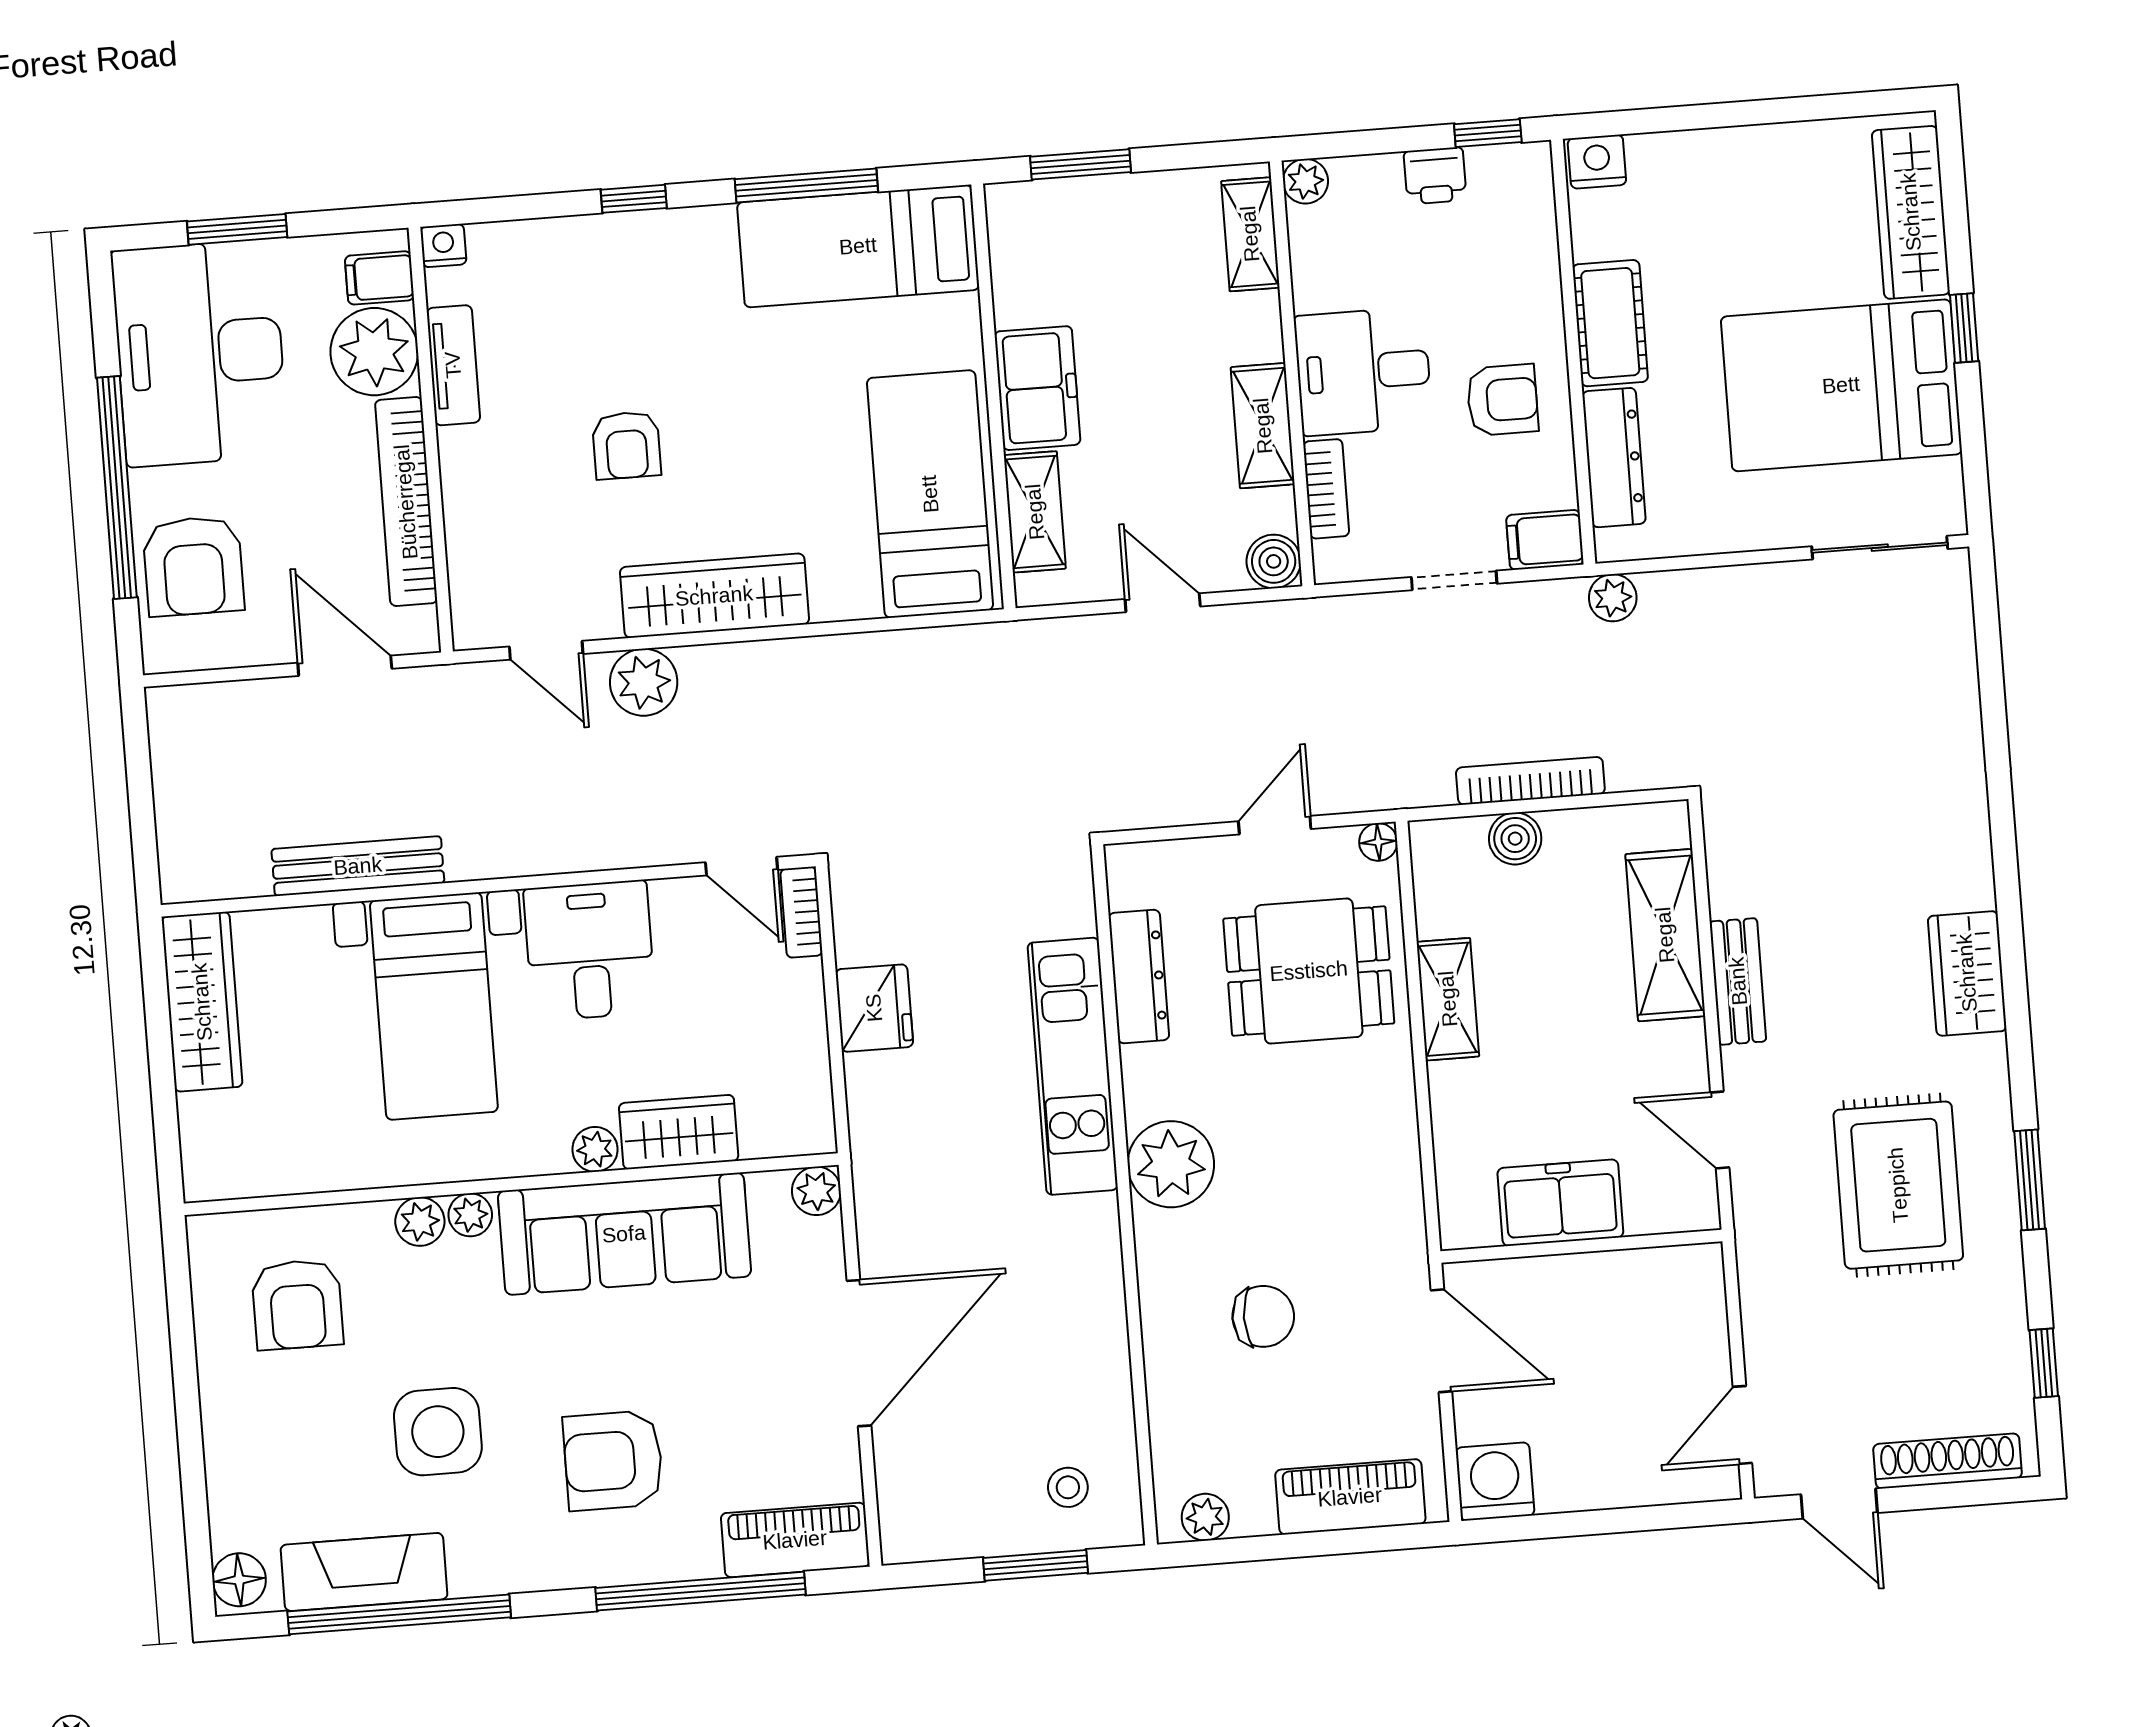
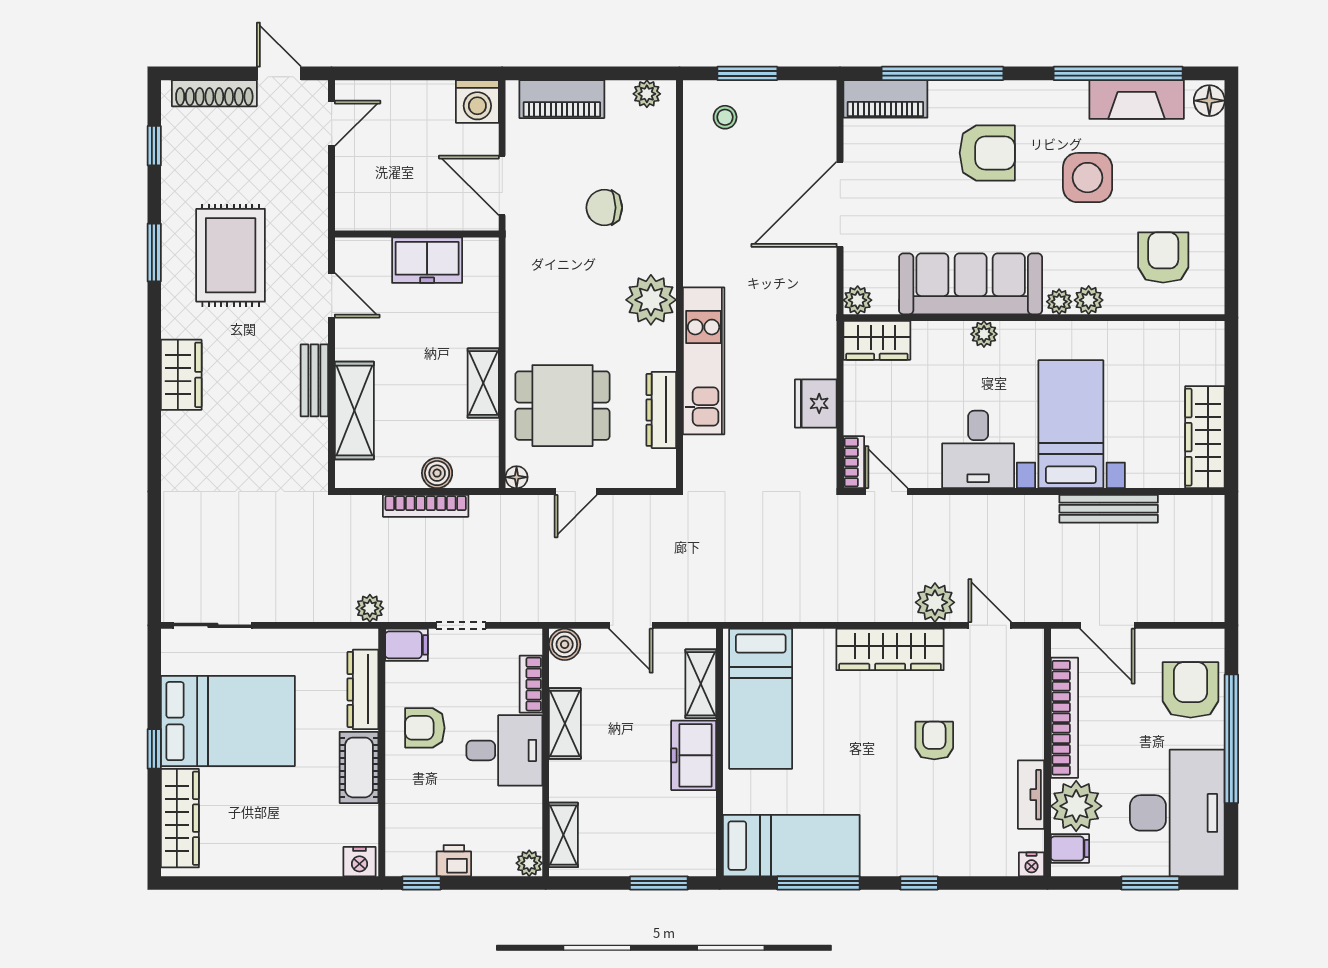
wardrobe: (679, 1132) -> (877, 340), moved

